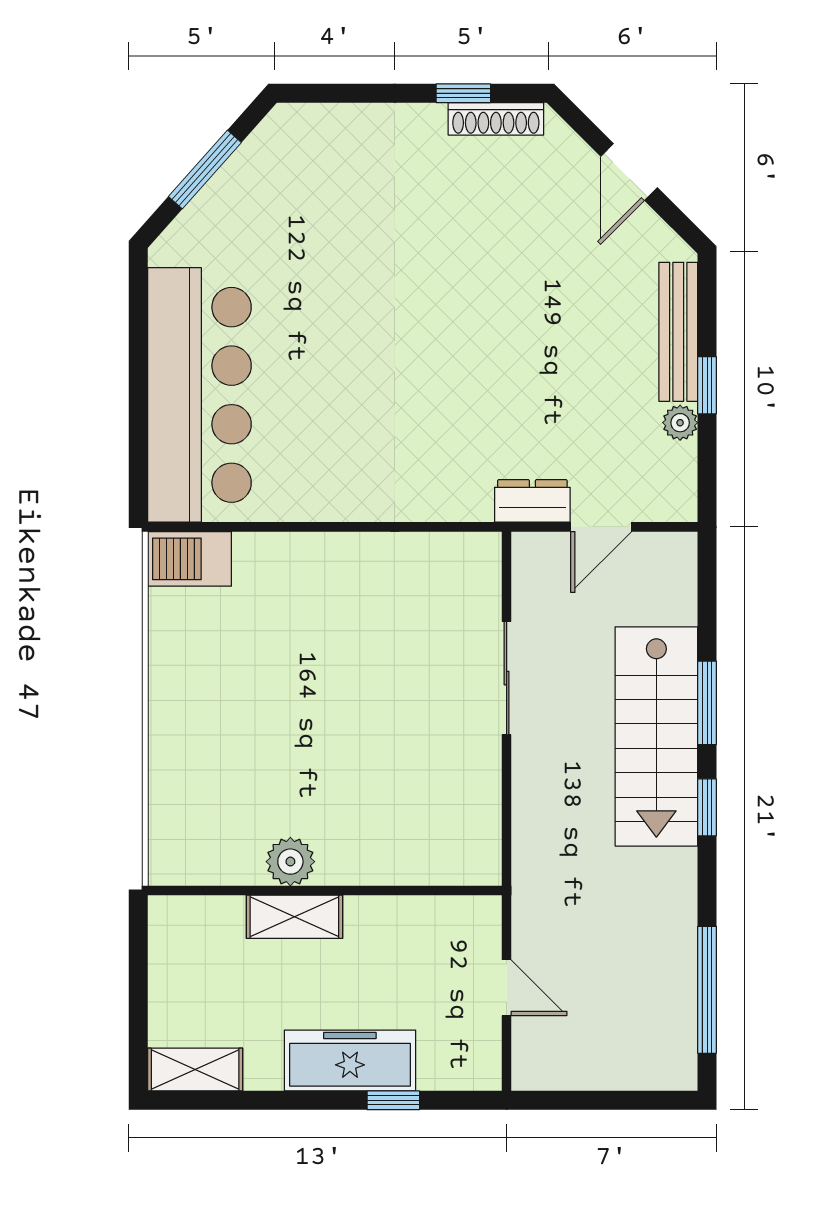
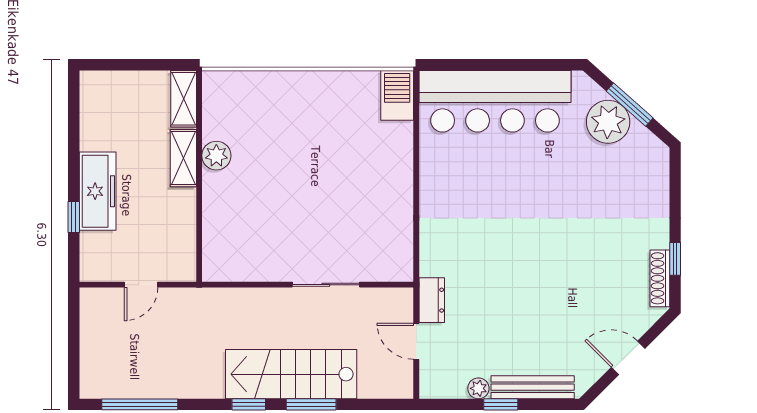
plant: (234, 206) -> (608, 122), added
shelving: (195, 1070) -> (184, 99), moved

